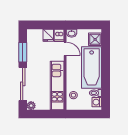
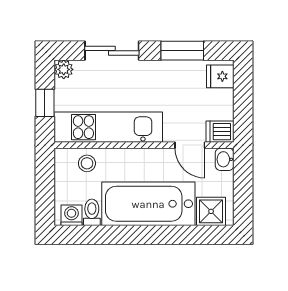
fridge: (48, 35) -> (220, 76), moved
door: (65, 49) -> (190, 145), hinge flipped
sliding door: (23, 84) -> (112, 51), width x0.73
window: (46, 114) -> (45, 103), added

